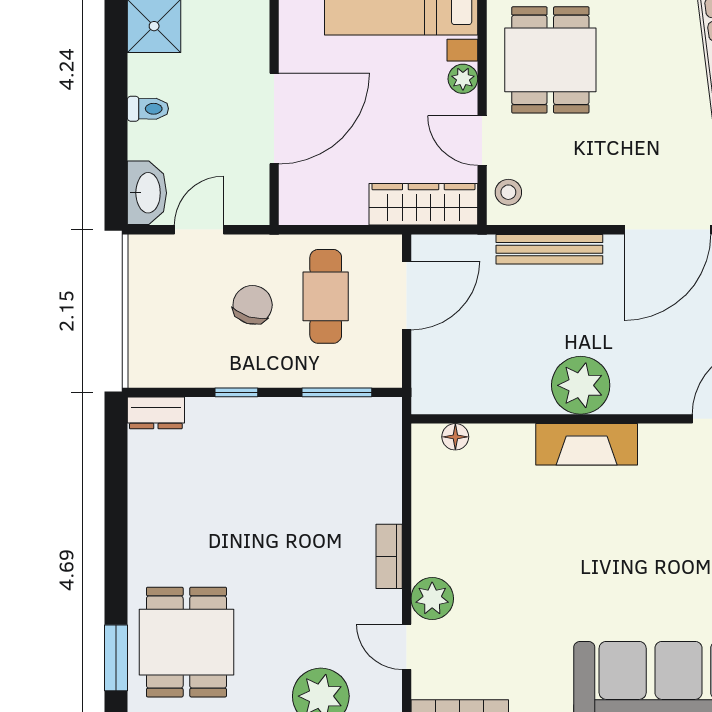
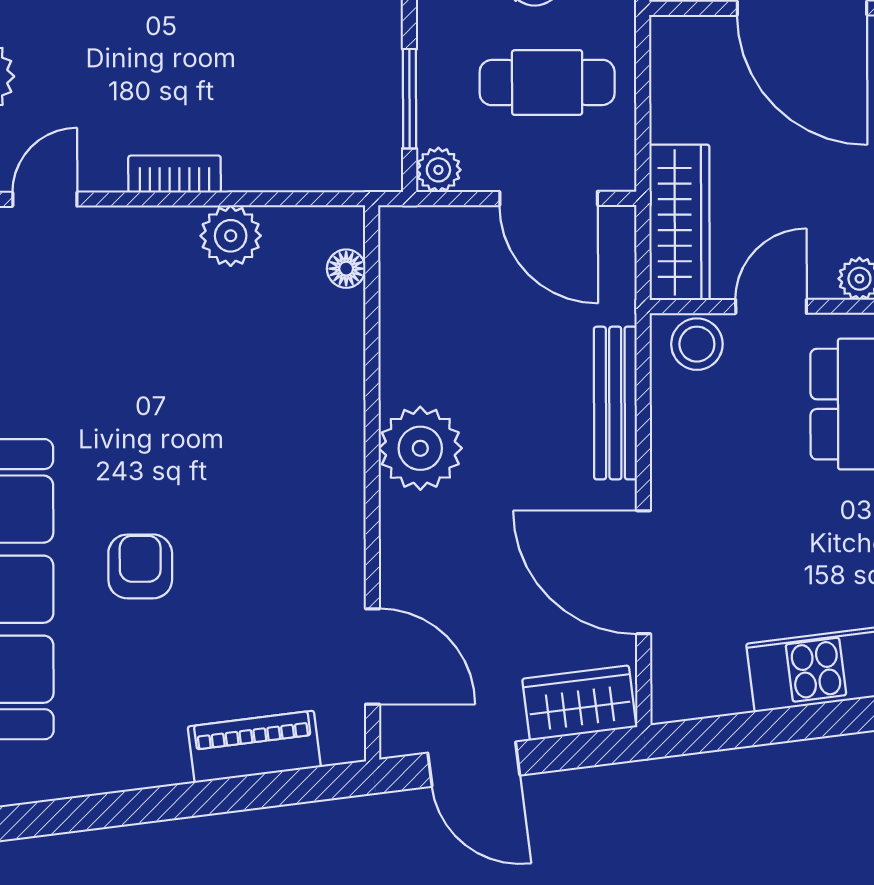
stool: (508, 192) -> (697, 344), width x1.37, depth x1.37
plant: (386, 372) -> (438, 170), added
fireplace: (587, 444) -> (336, 457), removed
armchair: (663, 581) -> (140, 566), added
plant: (432, 599) -> (231, 236), moved

